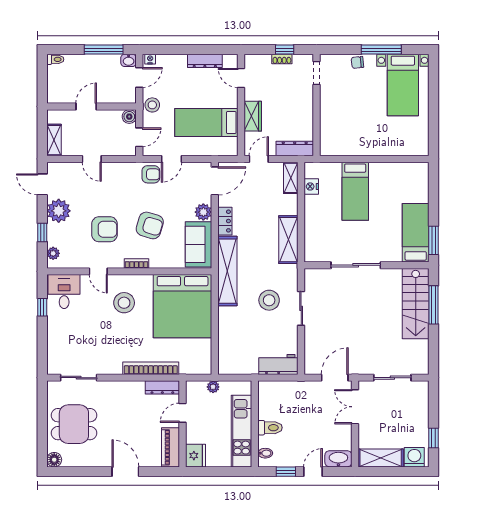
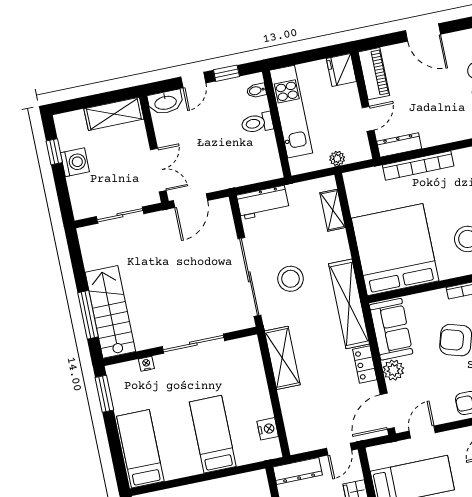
door: (171, 159) -> (422, 432), moved
shelving: (291, 178) -> (333, 210), moved
bed: (416, 233) -> (140, 449), moved, turned 180
nightstand: (396, 257) -> (146, 364), added
sliding door: (301, 308) -> (249, 277), width x1.86
washing machine: (414, 457) -> (75, 162), moved, turned -90

